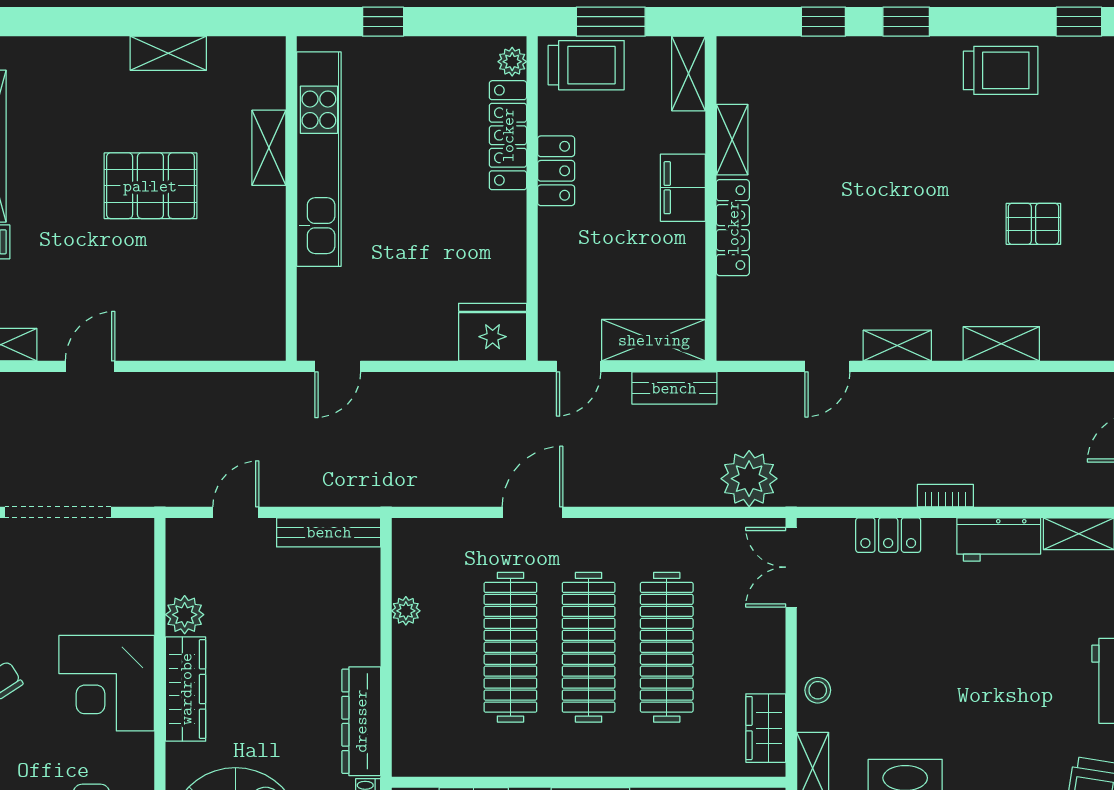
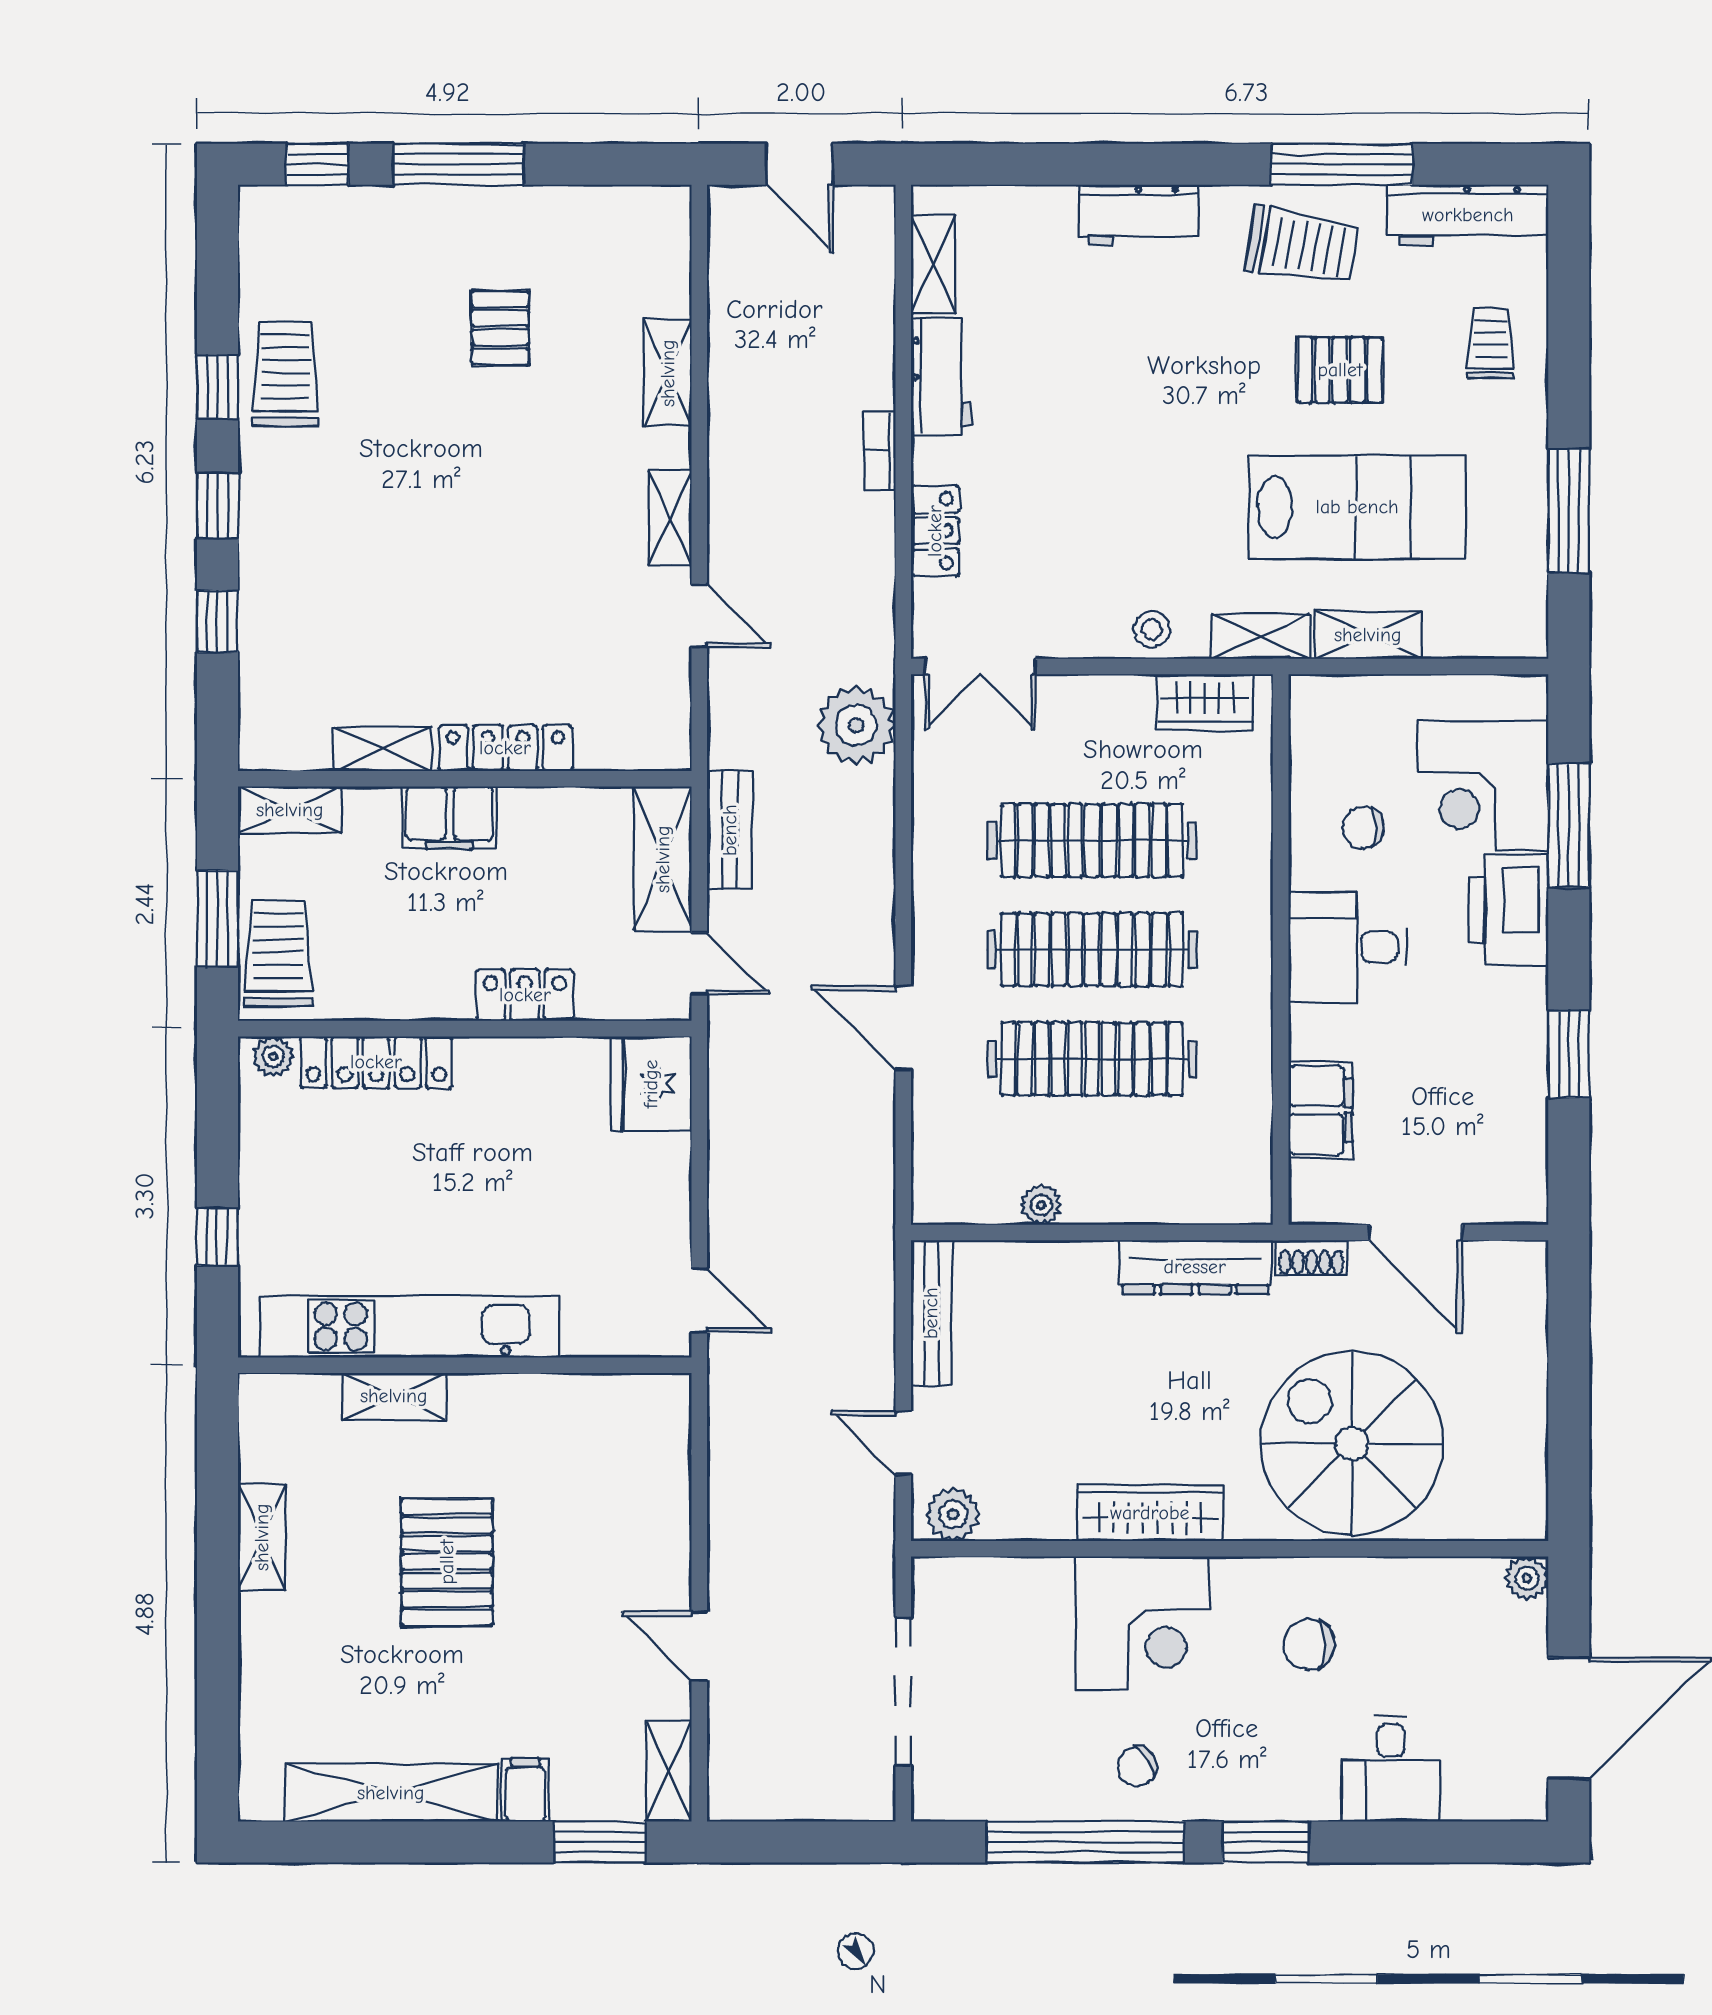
window: (1079, 22) -> (217, 387), moved
locker: (556, 171) -> (525, 995), moved
plant: (185, 615) -> (953, 1514), moved

